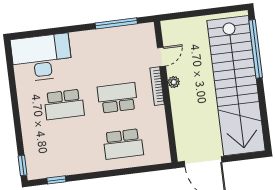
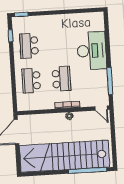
door: (161, 57) -> (101, 108), moved
desk: (42, 58) -> (92, 51), moved
school desk: (64, 104) -> (29, 46), moved

